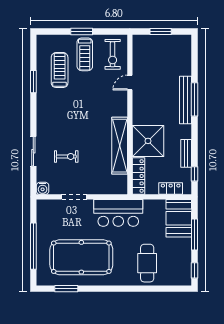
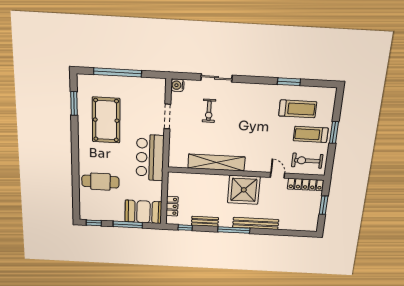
window: (195, 99) -> (234, 230), moved
shower: (148, 141) -> (244, 190), moved
locker: (139, 176) -> (305, 184), moved
pool table: (81, 257) -> (106, 120), width x0.73, depth x0.76

